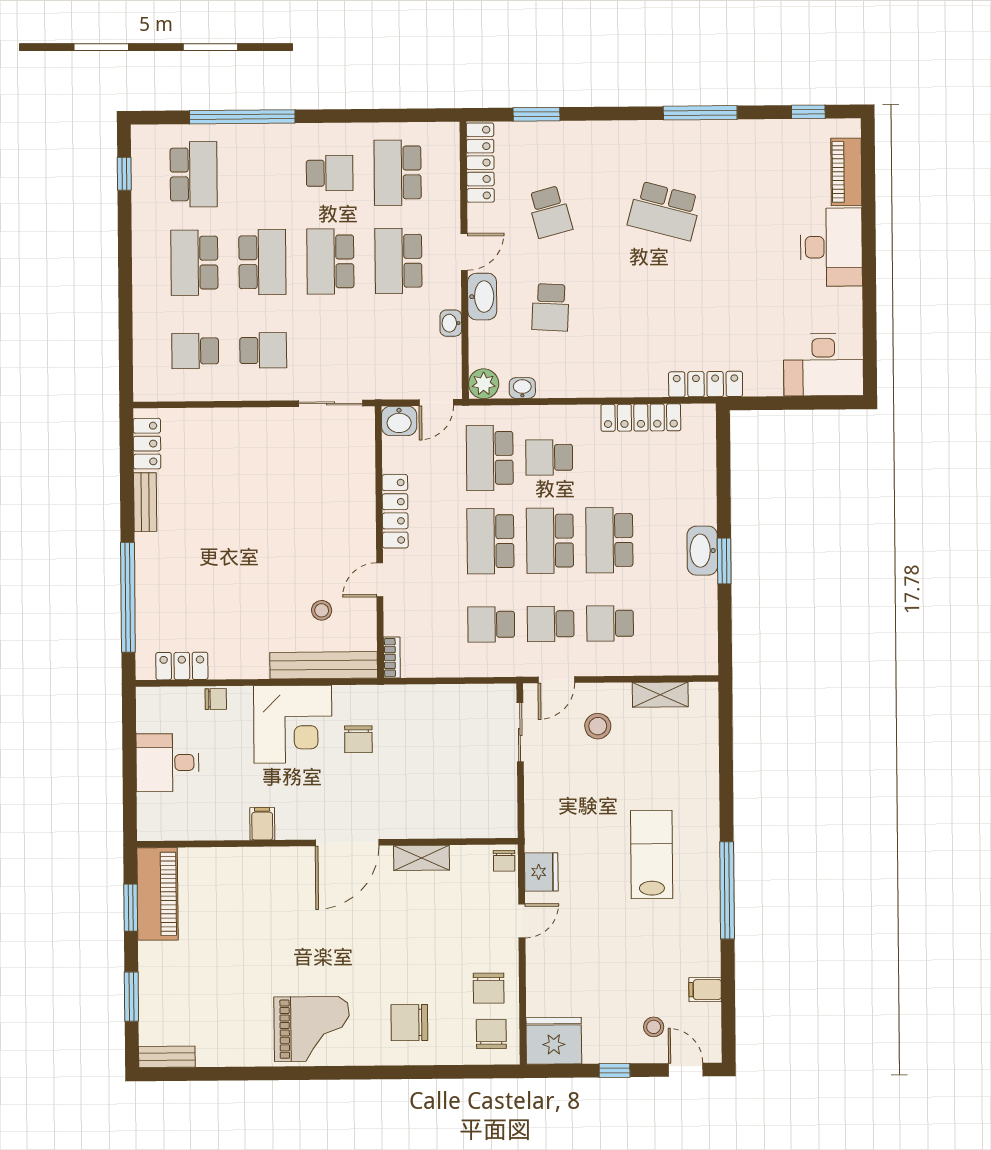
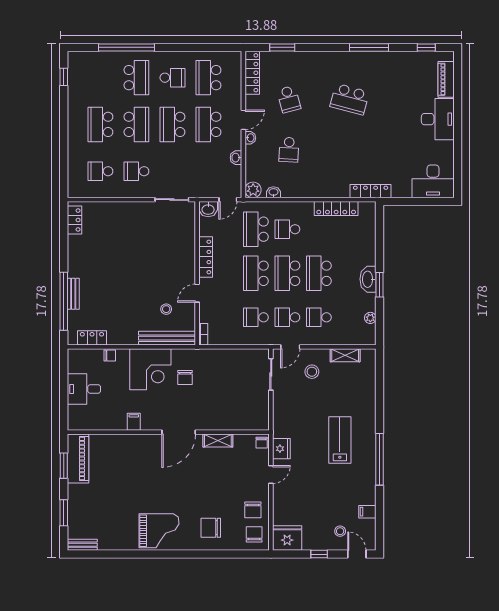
school desk: (194, 174) -> (136, 78), moved
washbasin: (482, 297) -> (250, 138), width x0.52, depth x0.69
school desk: (263, 350) -> (136, 171), turned 180
bench: (145, 502) -> (73, 294), moved
plant: (707, 624) -> (370, 318), added

